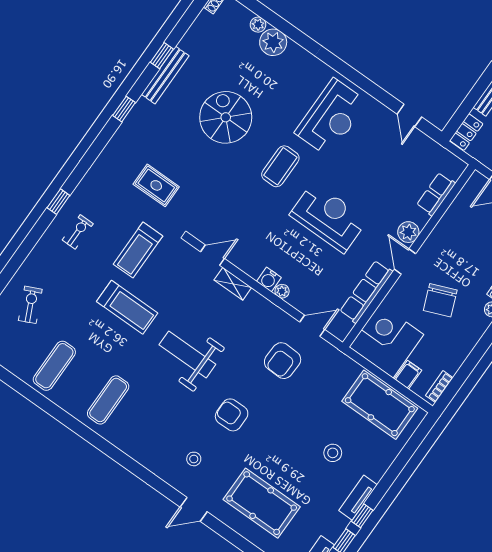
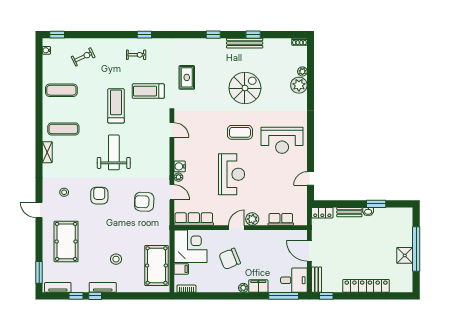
shelving: (233, 284) -> (47, 152), moved
row of seats: (366, 292) -> (194, 219), moved
treadmill: (127, 307) -> (116, 106), turned 180
door: (312, 326) -> (172, 192), moved

